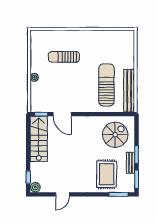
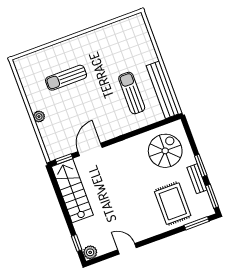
sun lounger: (106, 85) -> (132, 93), width x0.73, depth x0.75
door: (62, 114) -> (90, 149), swing flipped
door: (62, 194) -> (127, 249), swing flipped

